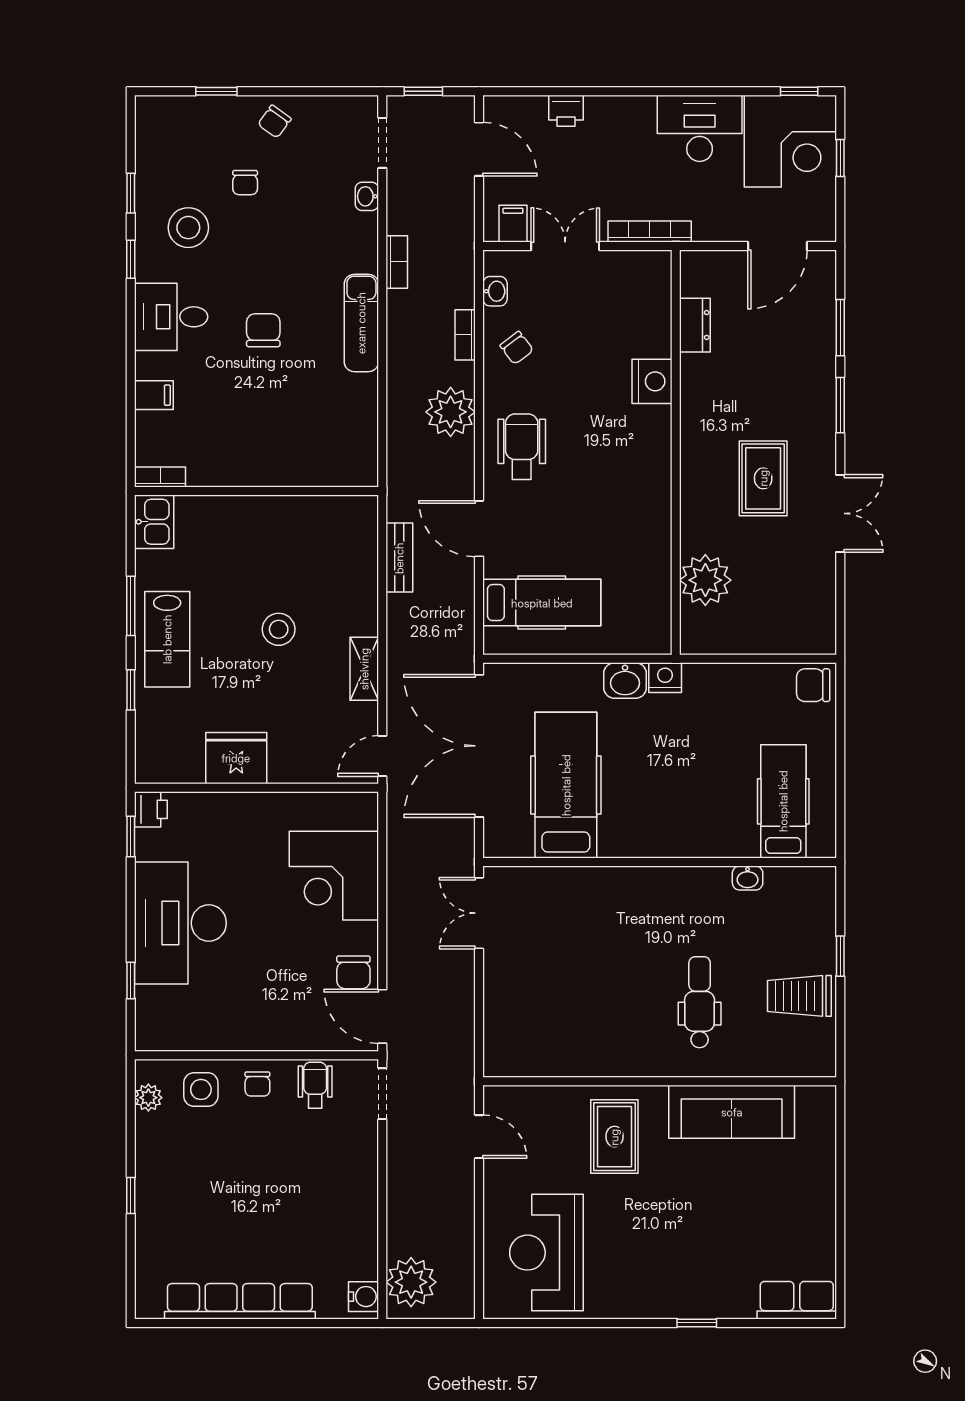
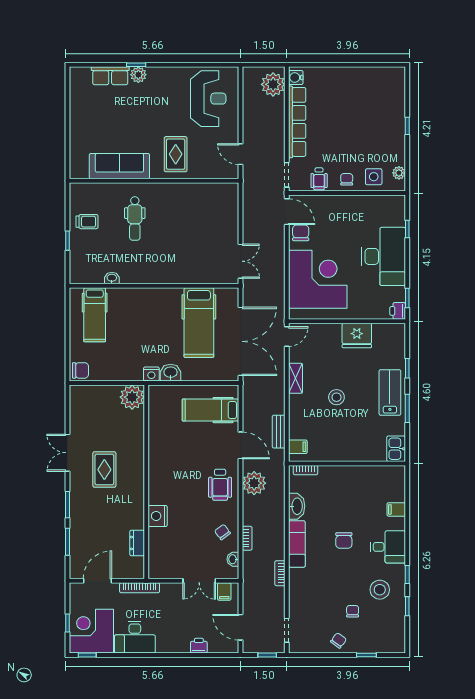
washbasin: (367, 196) -> (297, 506), moved, width x1.91, depth x1.45
bookcase: (650, 232) -> (140, 588), moved
plant: (451, 412) -> (254, 483), moved
bookcase: (160, 477) -> (306, 470), moved
filing cabinet: (359, 526) -> (298, 447), added
plant: (705, 580) -> (132, 397), moved
corner desk: (334, 876) -> (318, 279), width x1.36, depth x1.36
trolley: (799, 996) -> (87, 222), width x0.73, depth x0.72
row of seats: (797, 1300) -> (110, 76), moved
row of seats: (240, 1301) -> (297, 122), moved, turned -90
plant: (692, 1302) -> (138, 75), added

